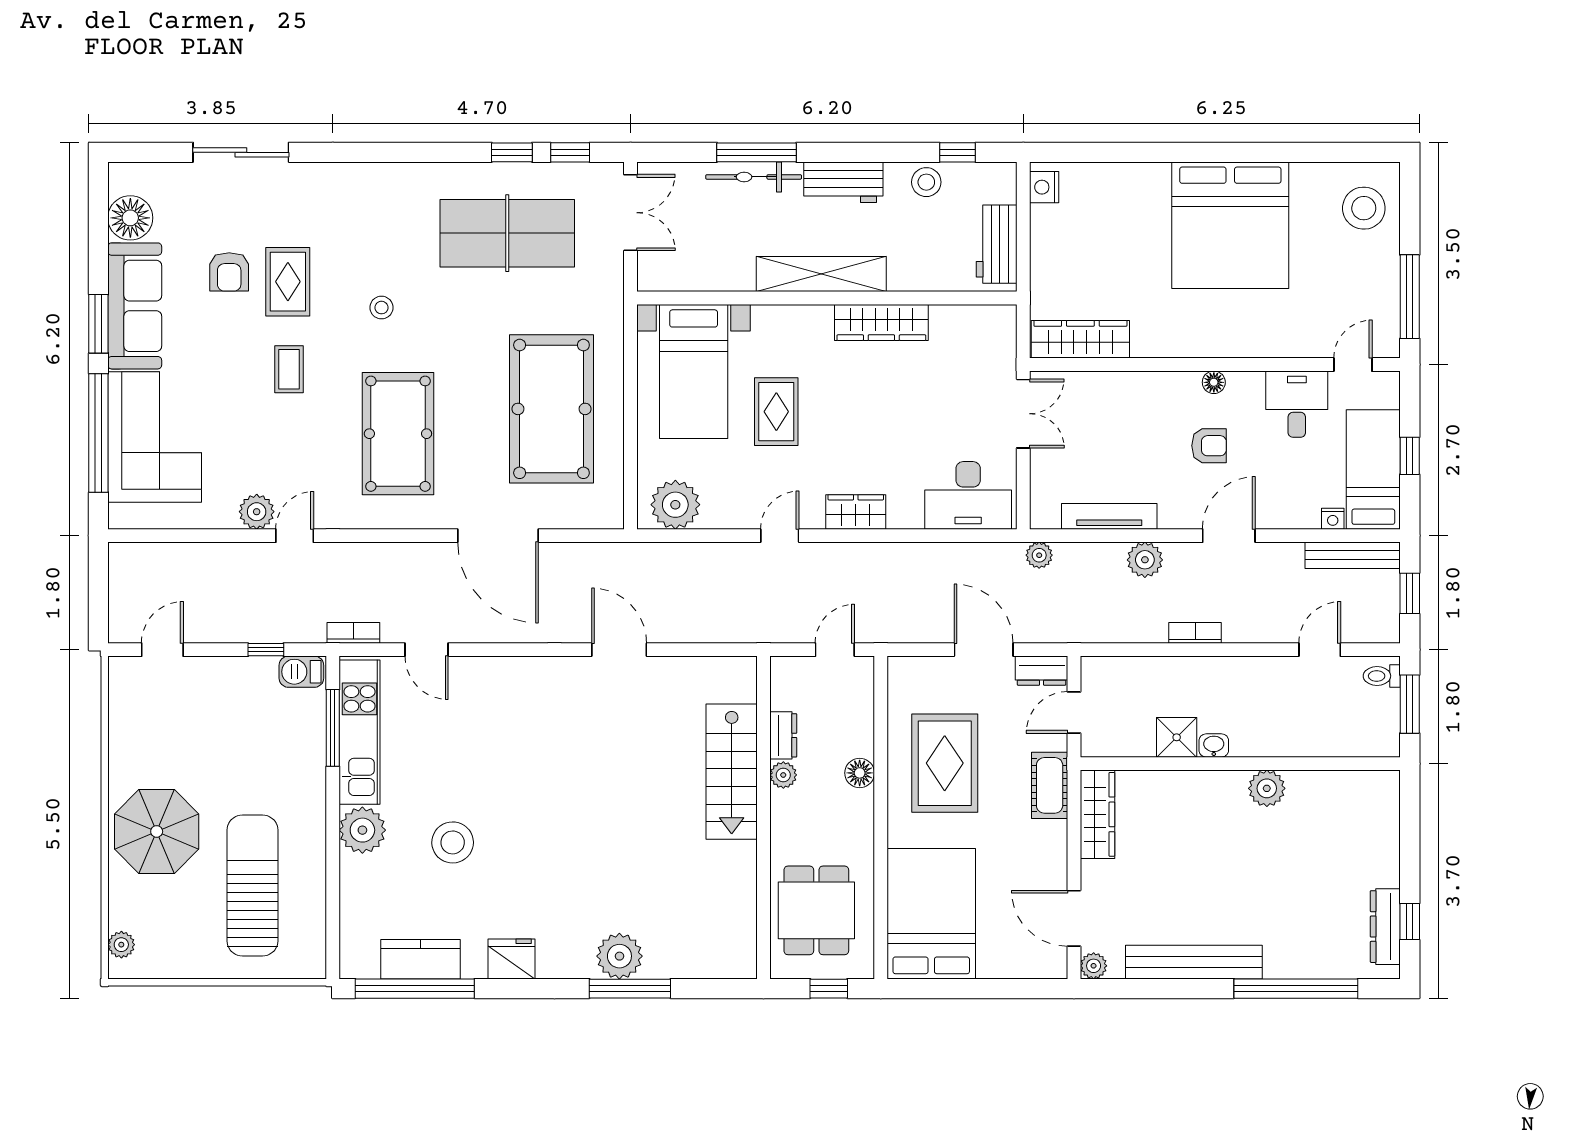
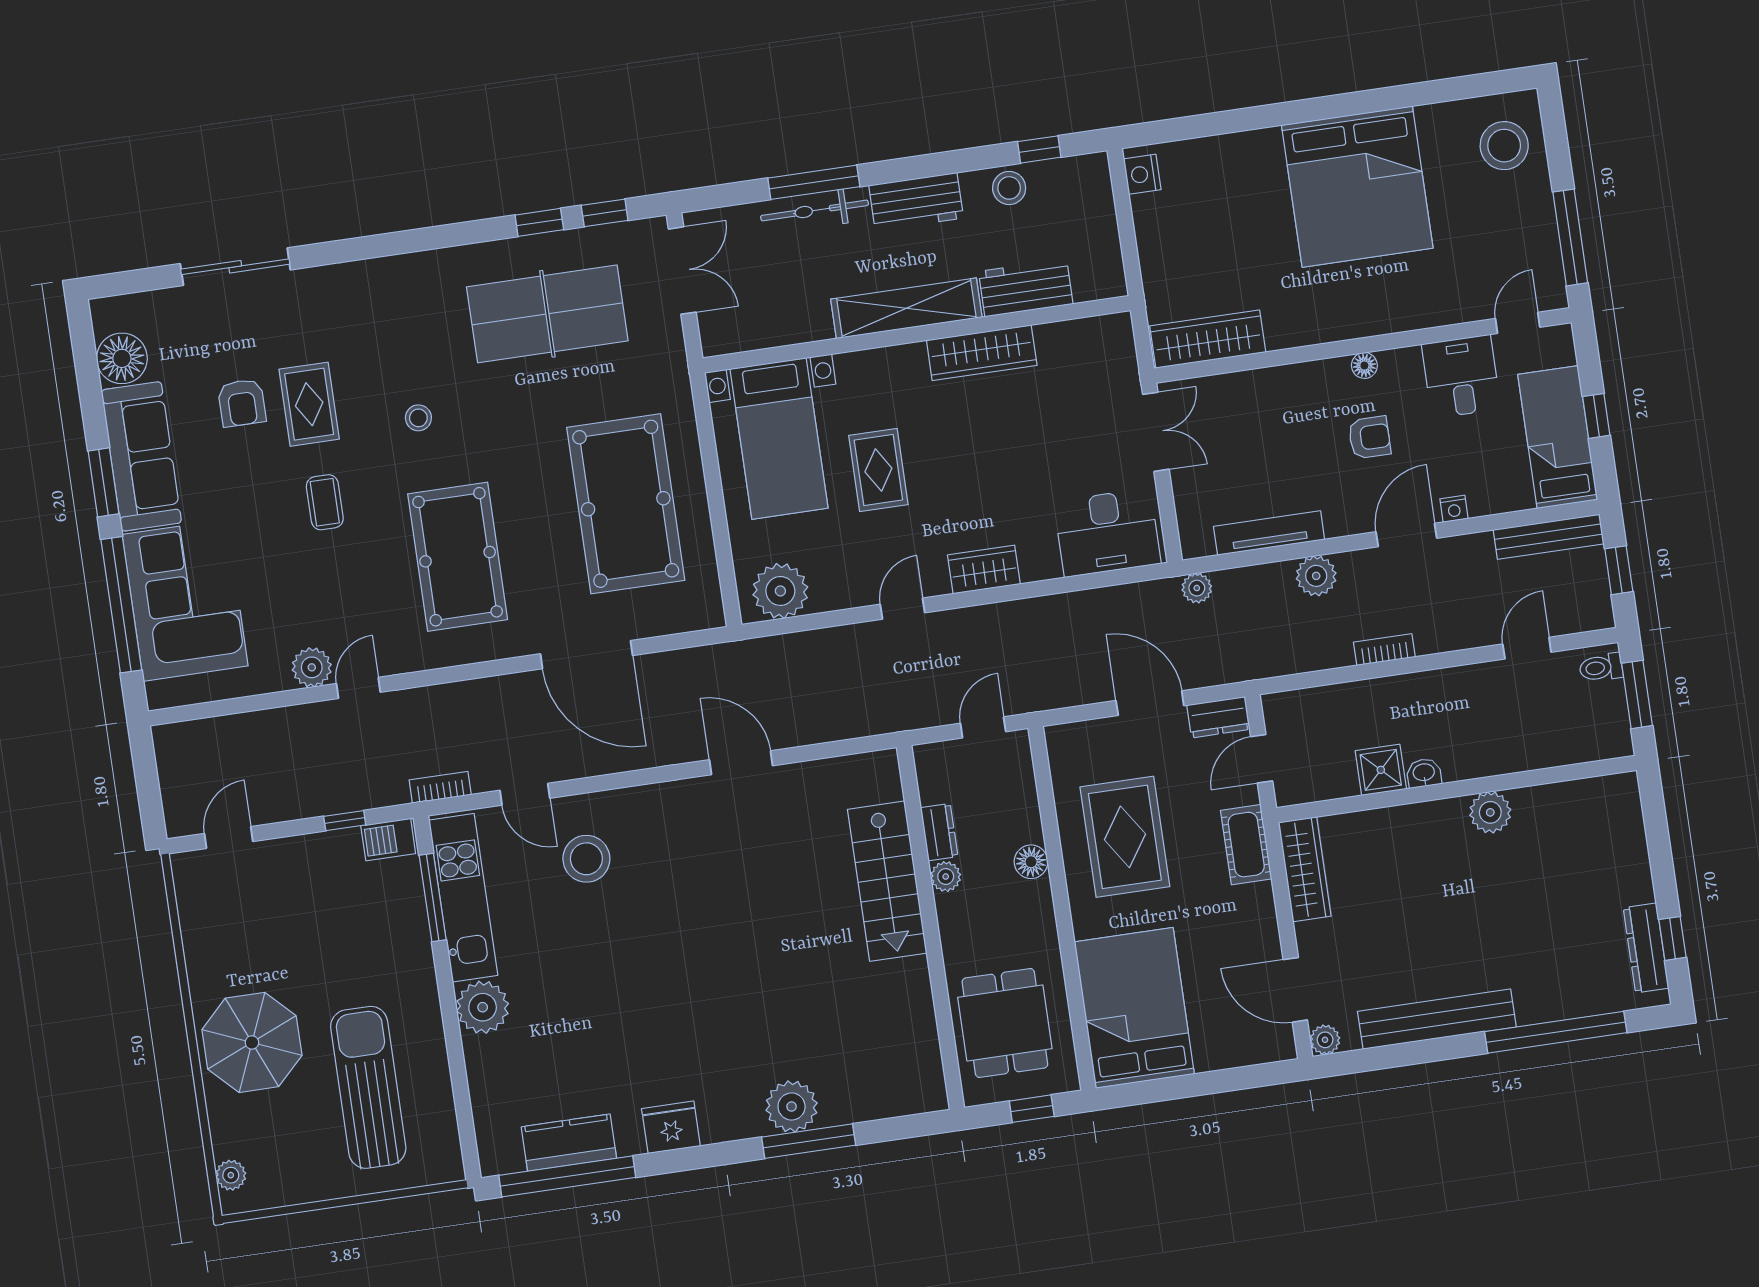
workbench: (997, 244) -> (1026, 288), moved, turned 90
nightstand: (1333, 519) -> (1454, 509), moved
stool: (453, 842) -> (586, 859), moved

